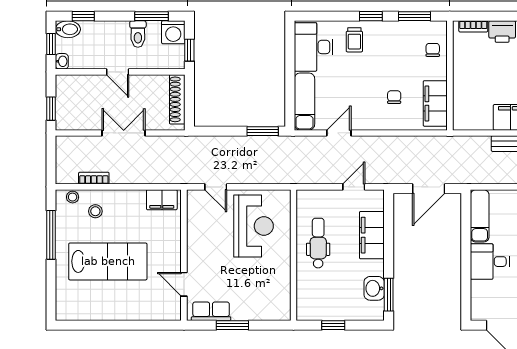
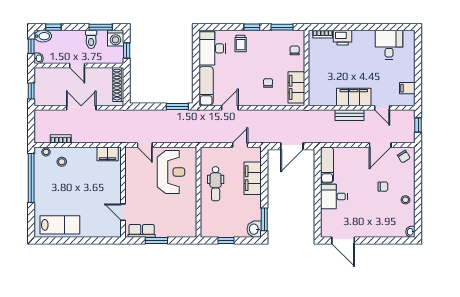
window: (51, 235) -> (31, 178), width x1.46
dental chair: (318, 243) -> (216, 184), turned 180
lab bench: (108, 261) -> (60, 225), moved, width x0.73, depth x0.72
washbasin: (374, 288) -> (254, 229), moved

